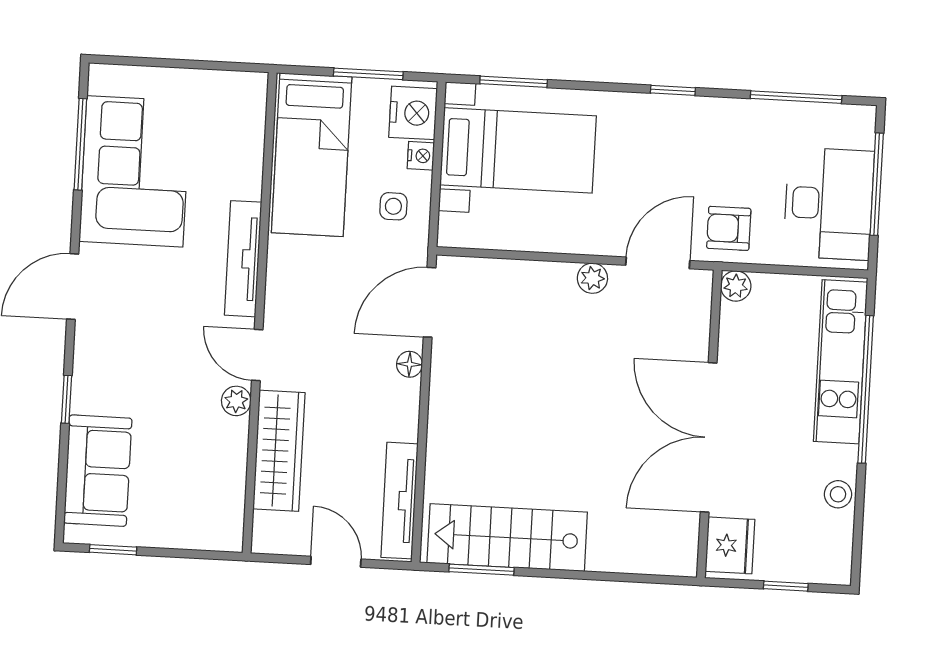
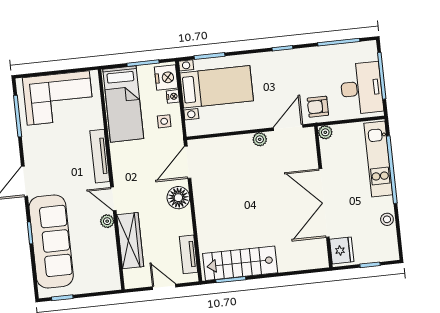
corner sofa: (135, 171) -> (58, 98), moved, turned 90
floor lamp: (410, 364) -> (178, 198), width x1.89, depth x1.89
sofa: (98, 471) -> (51, 241), width x1.85, depth x1.27
tv unit: (399, 501) -> (189, 254), width x0.71

